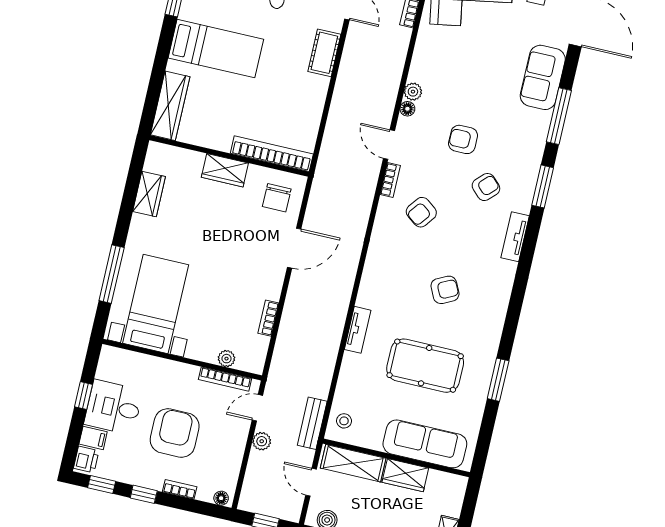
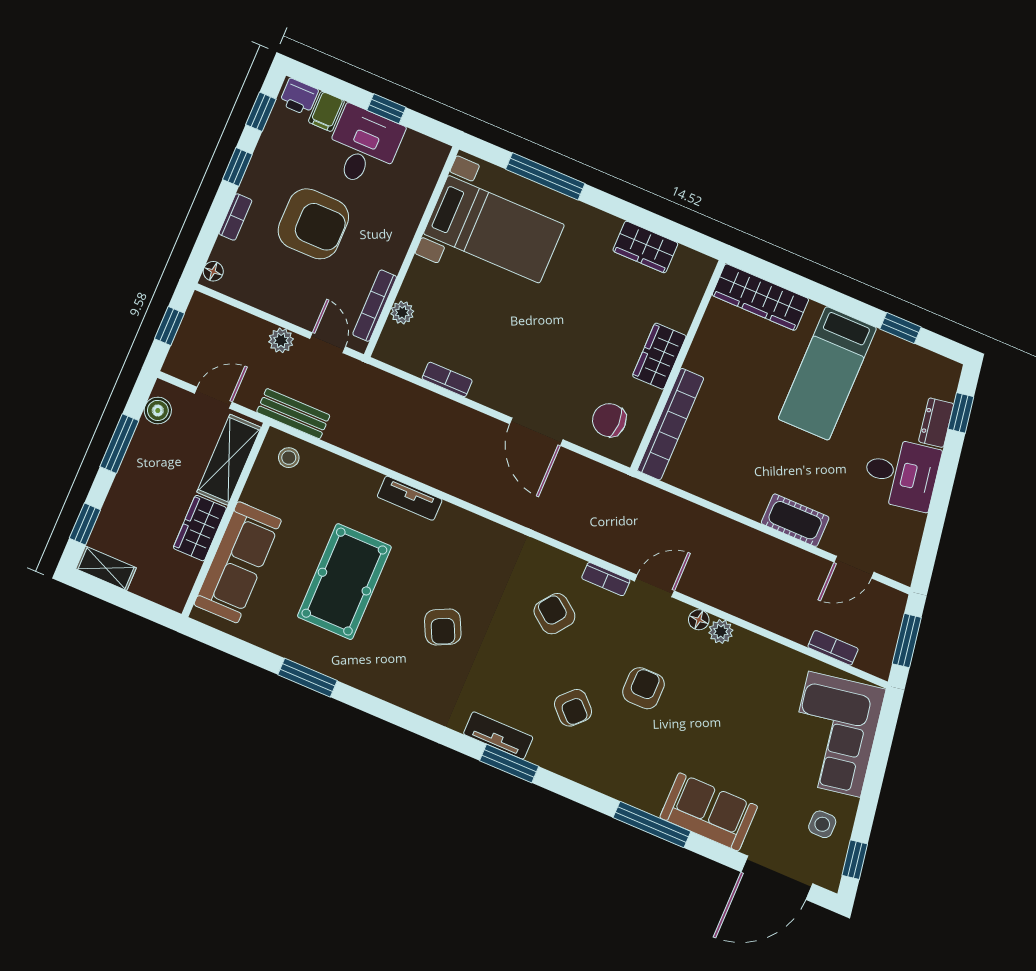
window: (543, 186) -> (509, 764), moved

